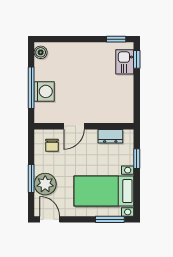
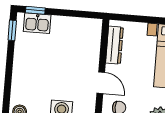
dresser: (110, 136) -> (114, 45), width x1.44
window: (137, 159) -> (141, 19), removed

